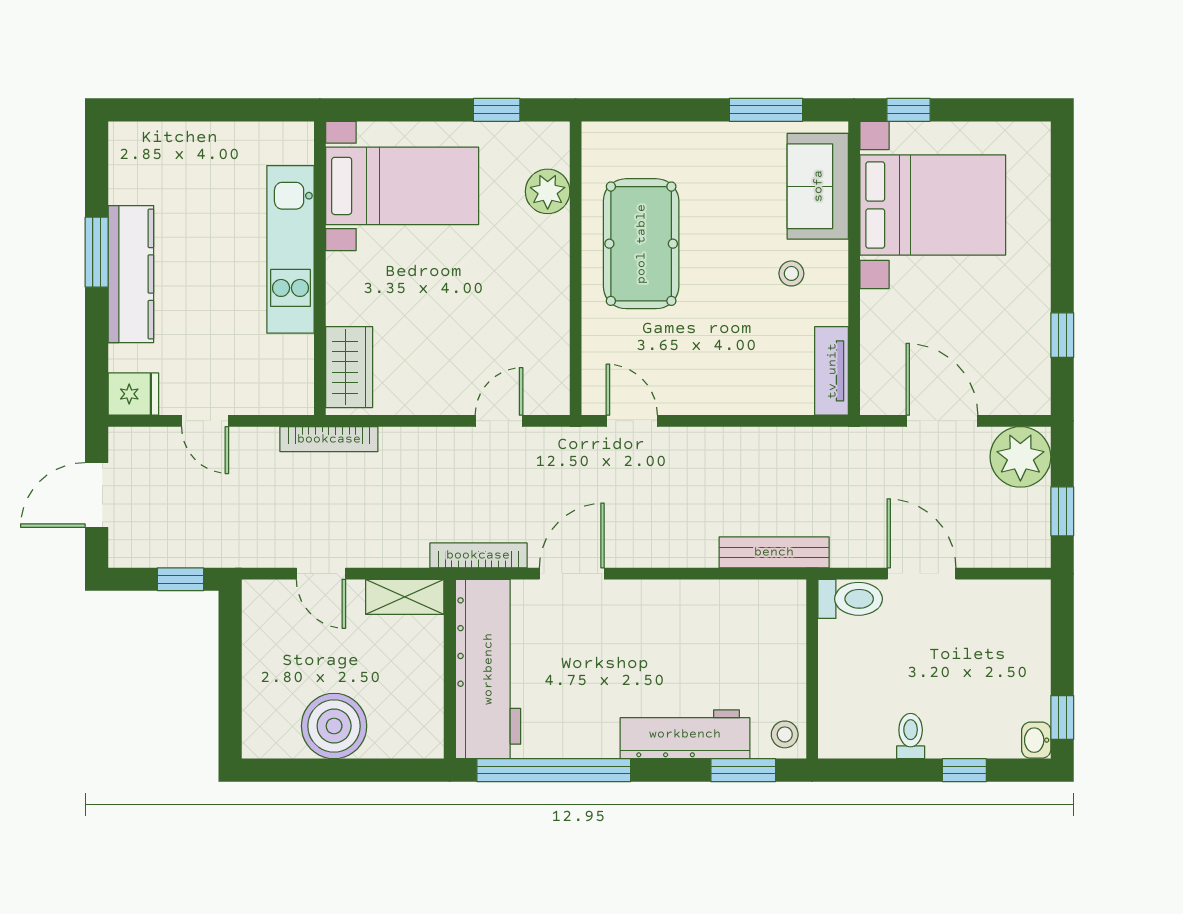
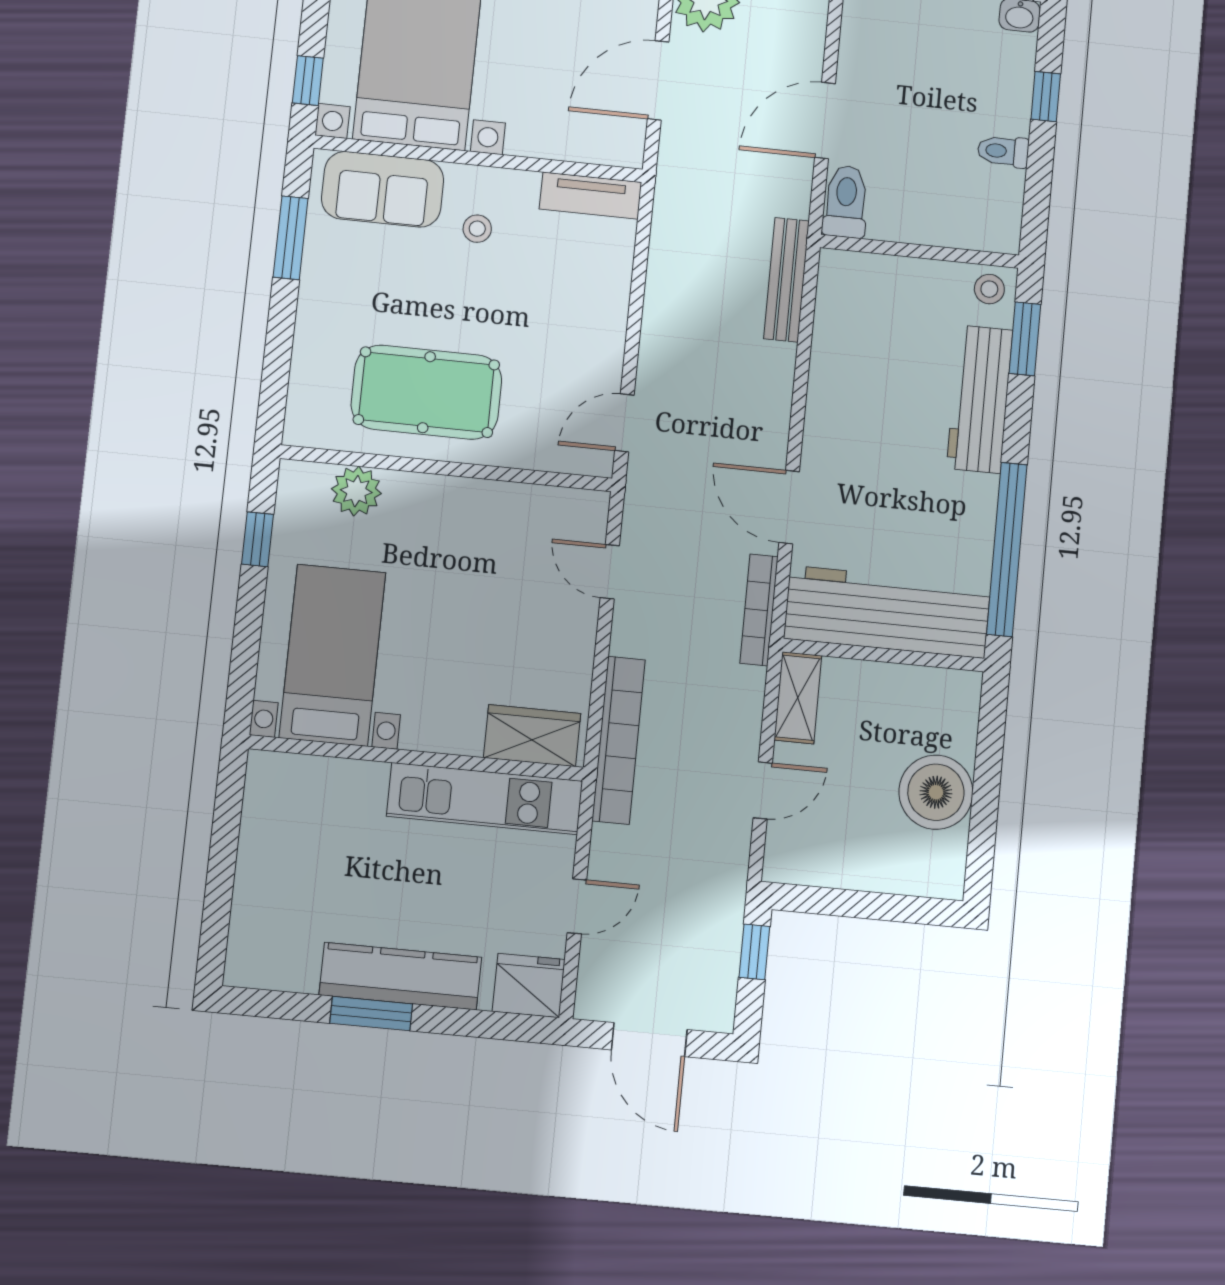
kitchen unit: (290, 249) -> (485, 799), moved
fridge: (133, 394) -> (529, 985), width x1.38
bookcase: (329, 439) -> (619, 740), width x1.48, depth x1.31

